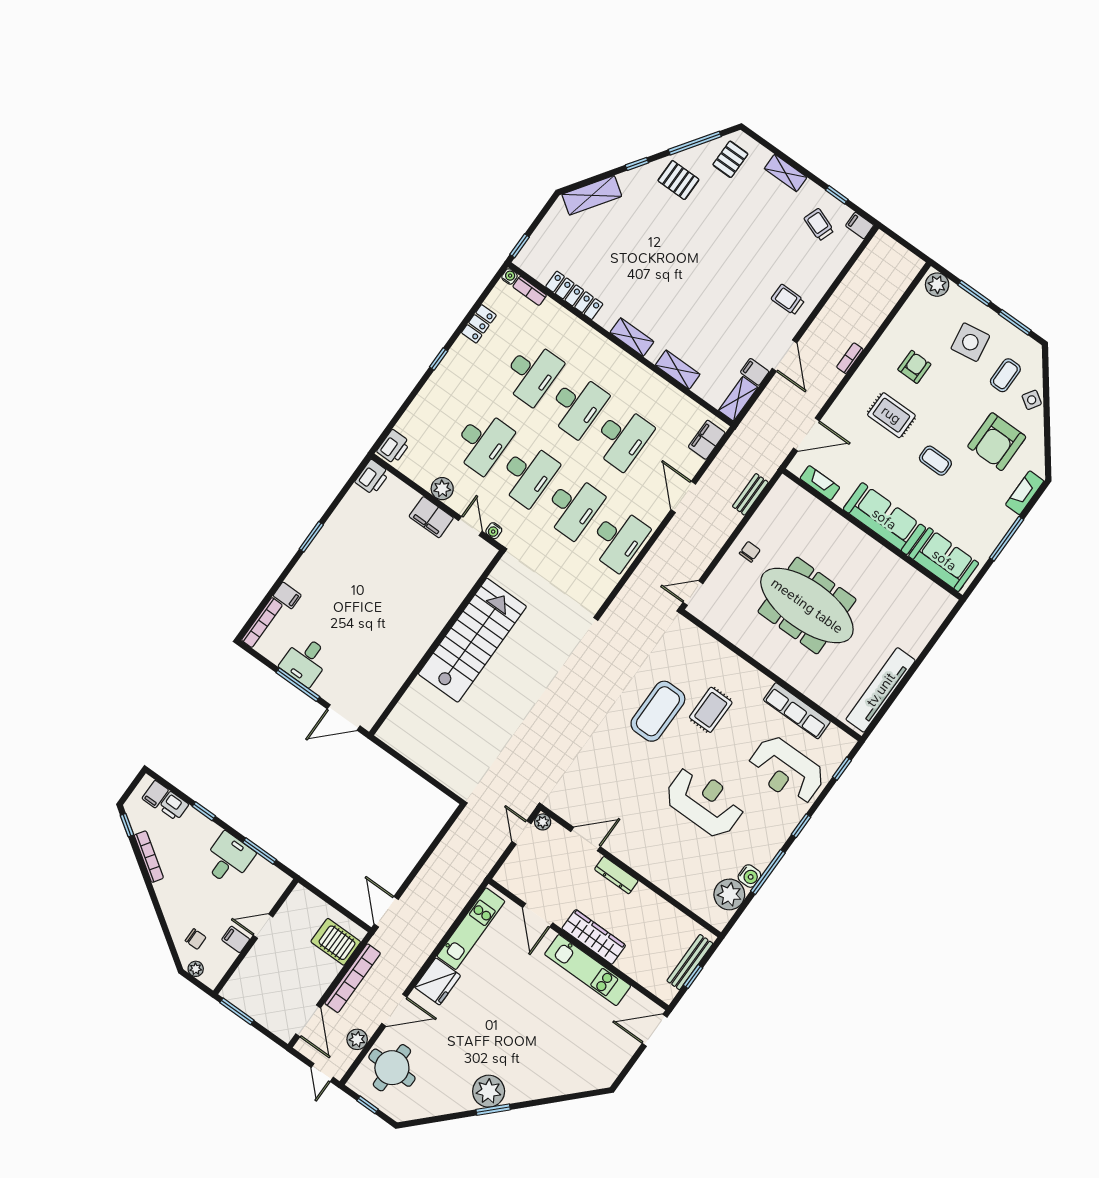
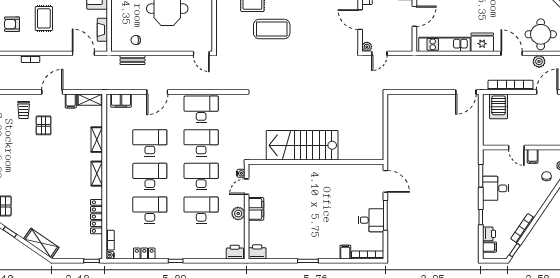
pallet: (748, 312) -> (44, 125), added
chair: (750, 552) -> (136, 40), moved

